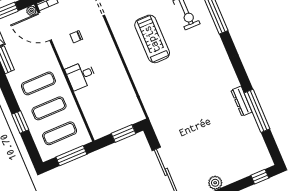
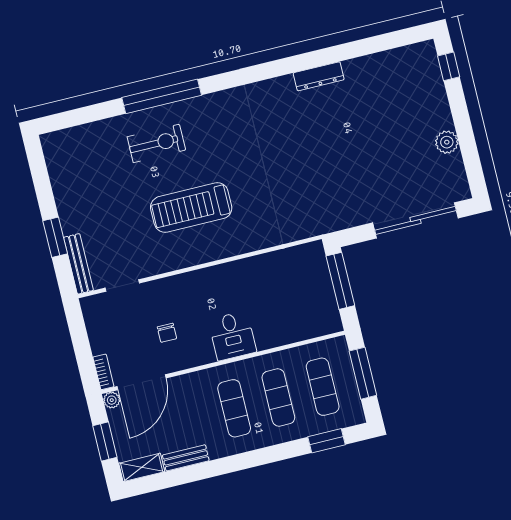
window: (257, 111) -> (339, 53), removed
window: (20, 122) -> (327, 441), moved
window: (123, 134) -> (340, 281), width x1.44

